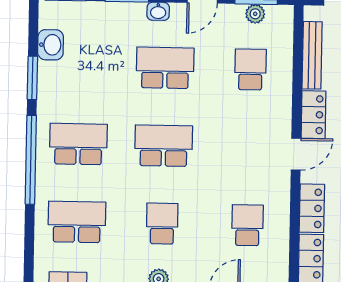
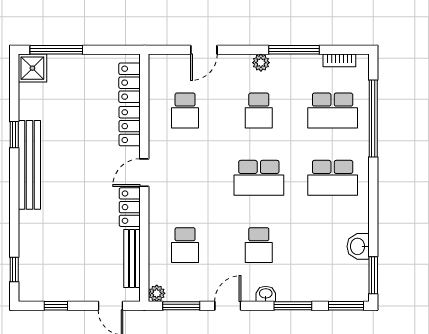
plant: (255, 14) -> (157, 293), moved
washbasin: (51, 45) -> (358, 246), moved
school desk: (165, 68) -> (259, 245), width x0.54
window: (32, 78) -> (373, 275), moved
window: (31, 160) -> (373, 119), moved

